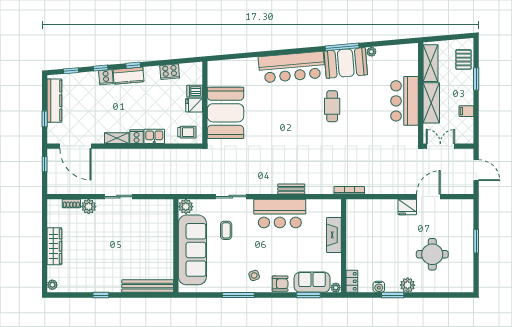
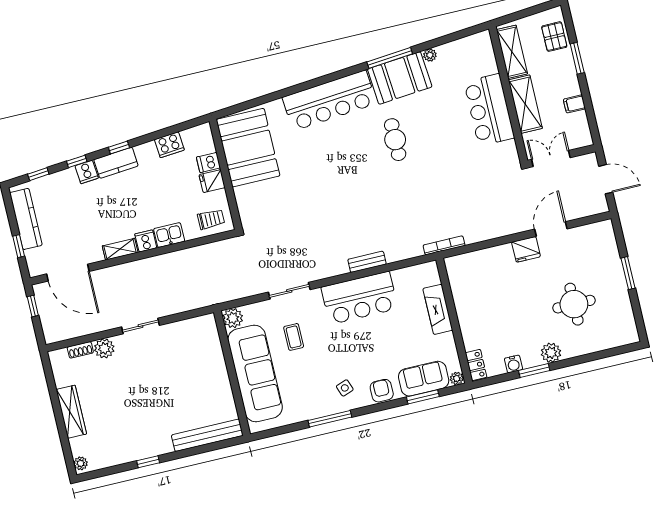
booth: (225, 113) -> (248, 148), moved
armchair: (280, 284) -> (382, 391), turned -90

